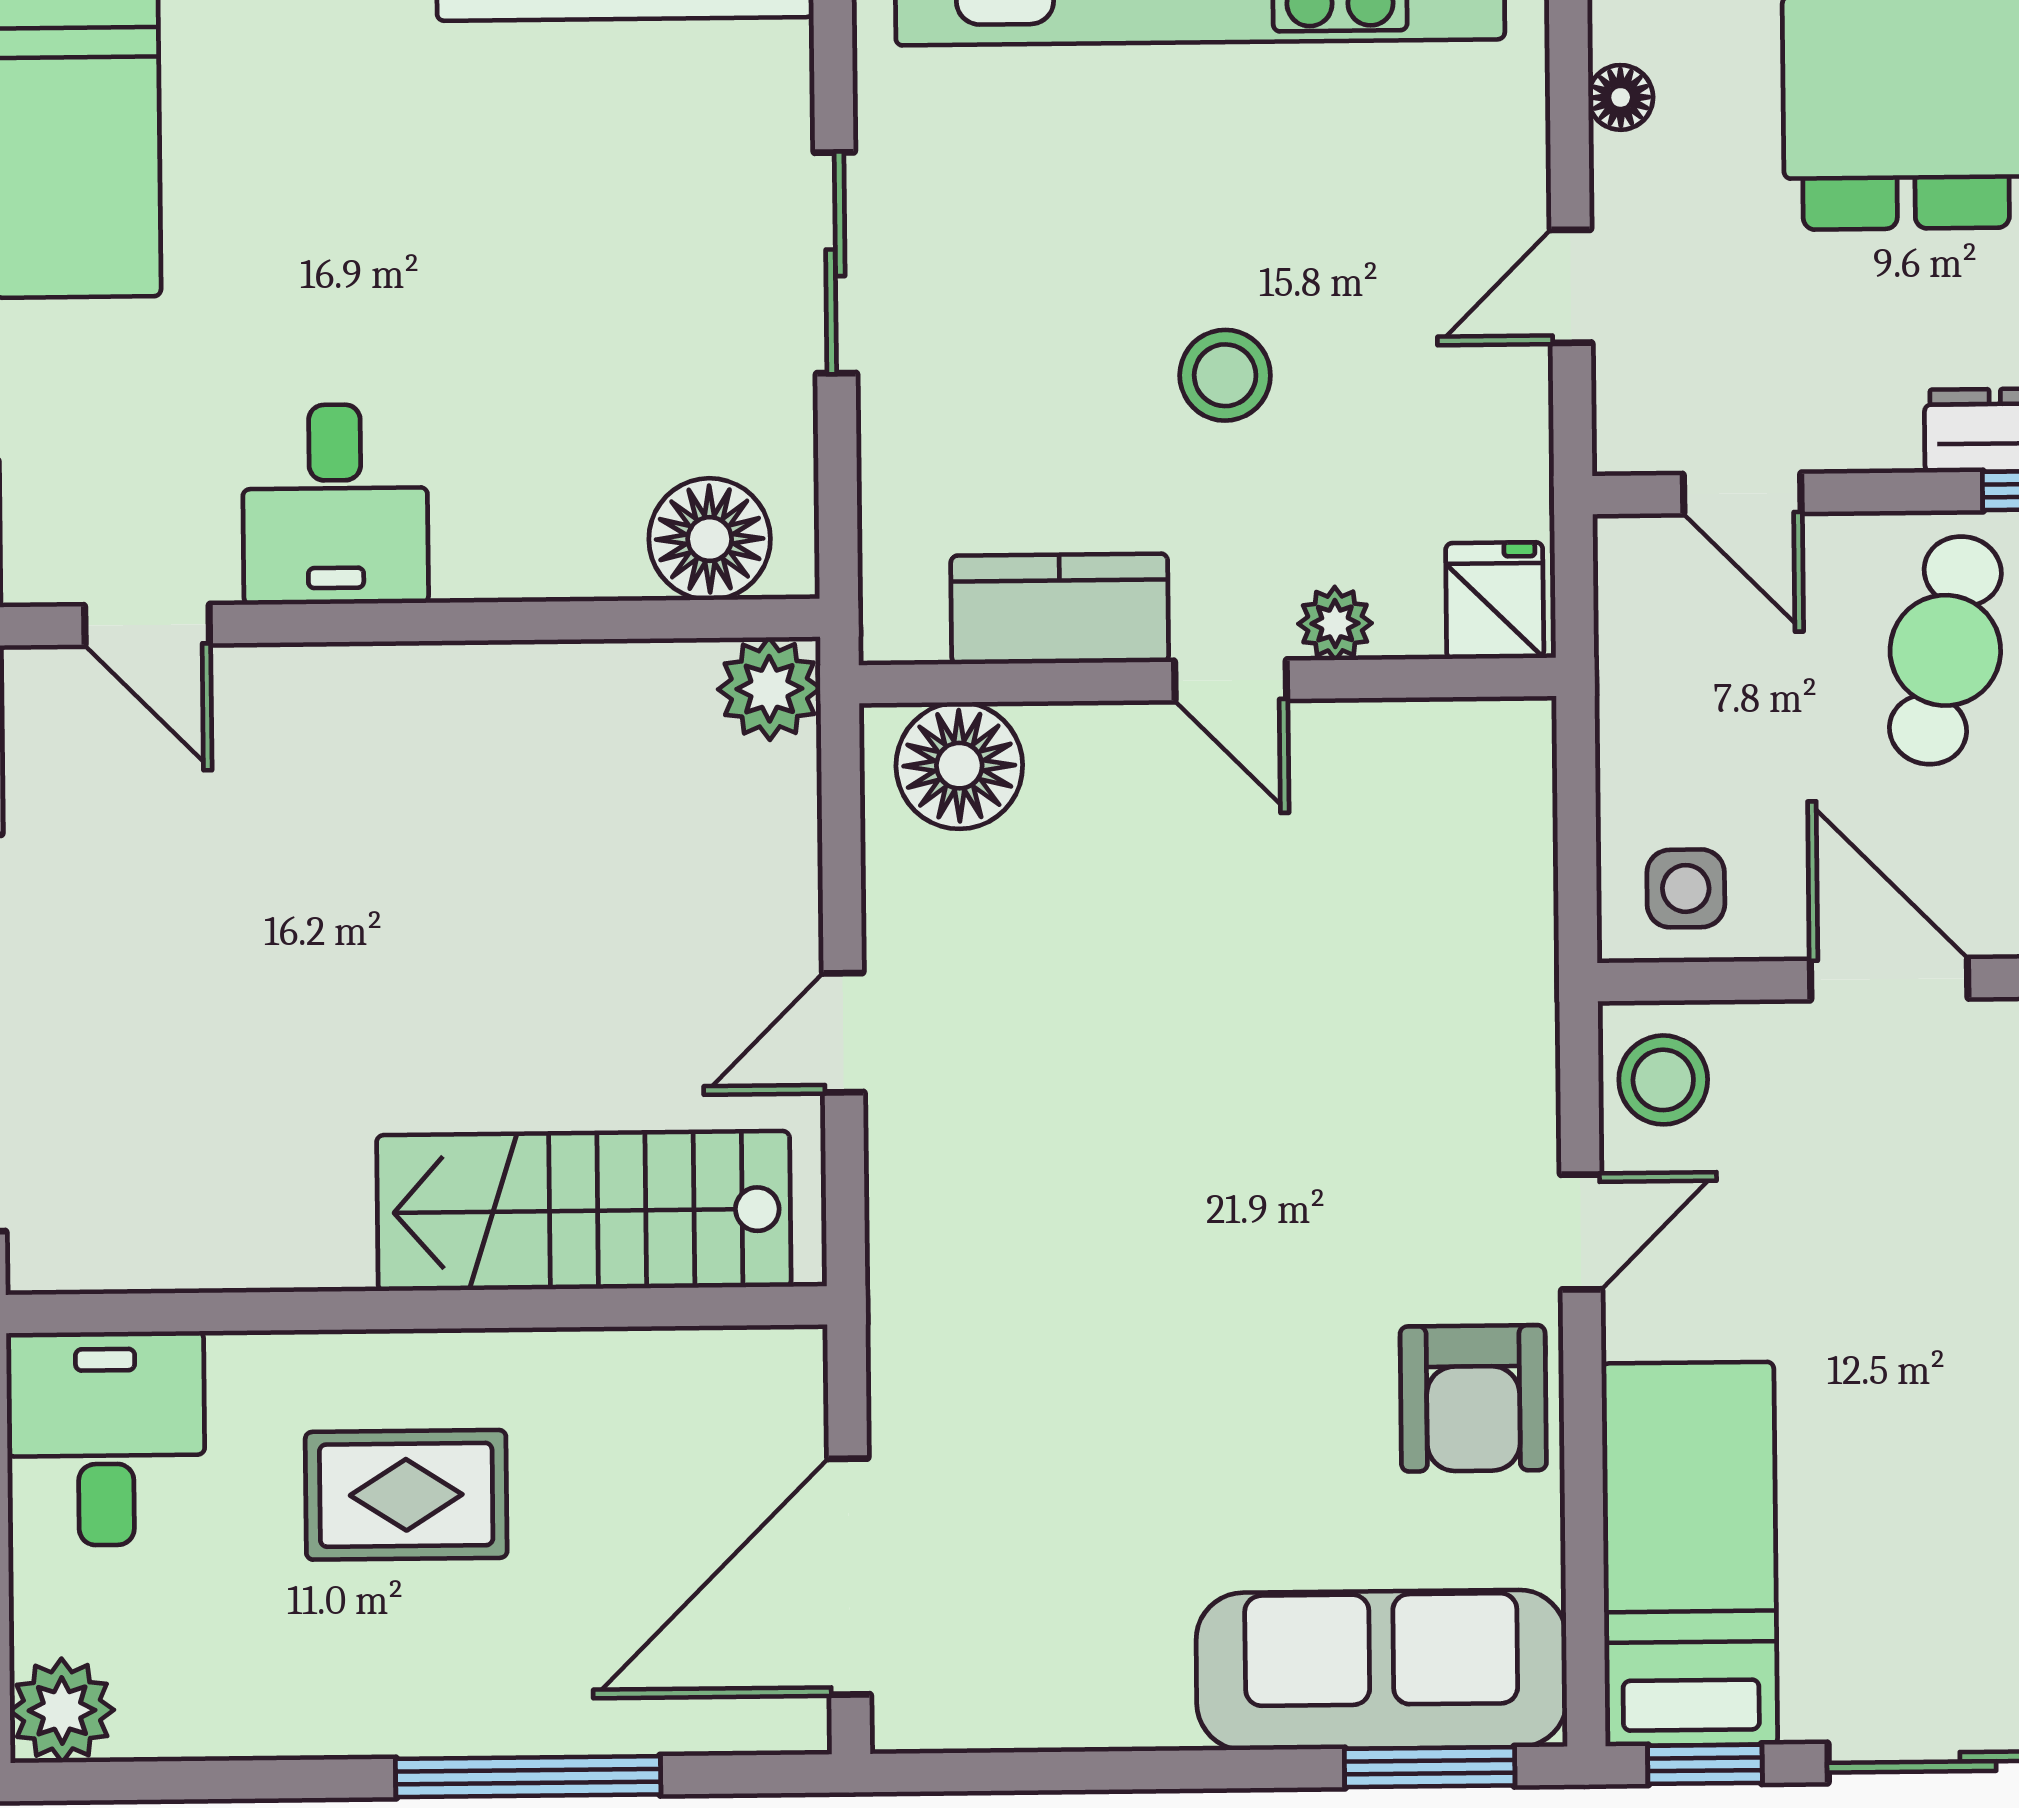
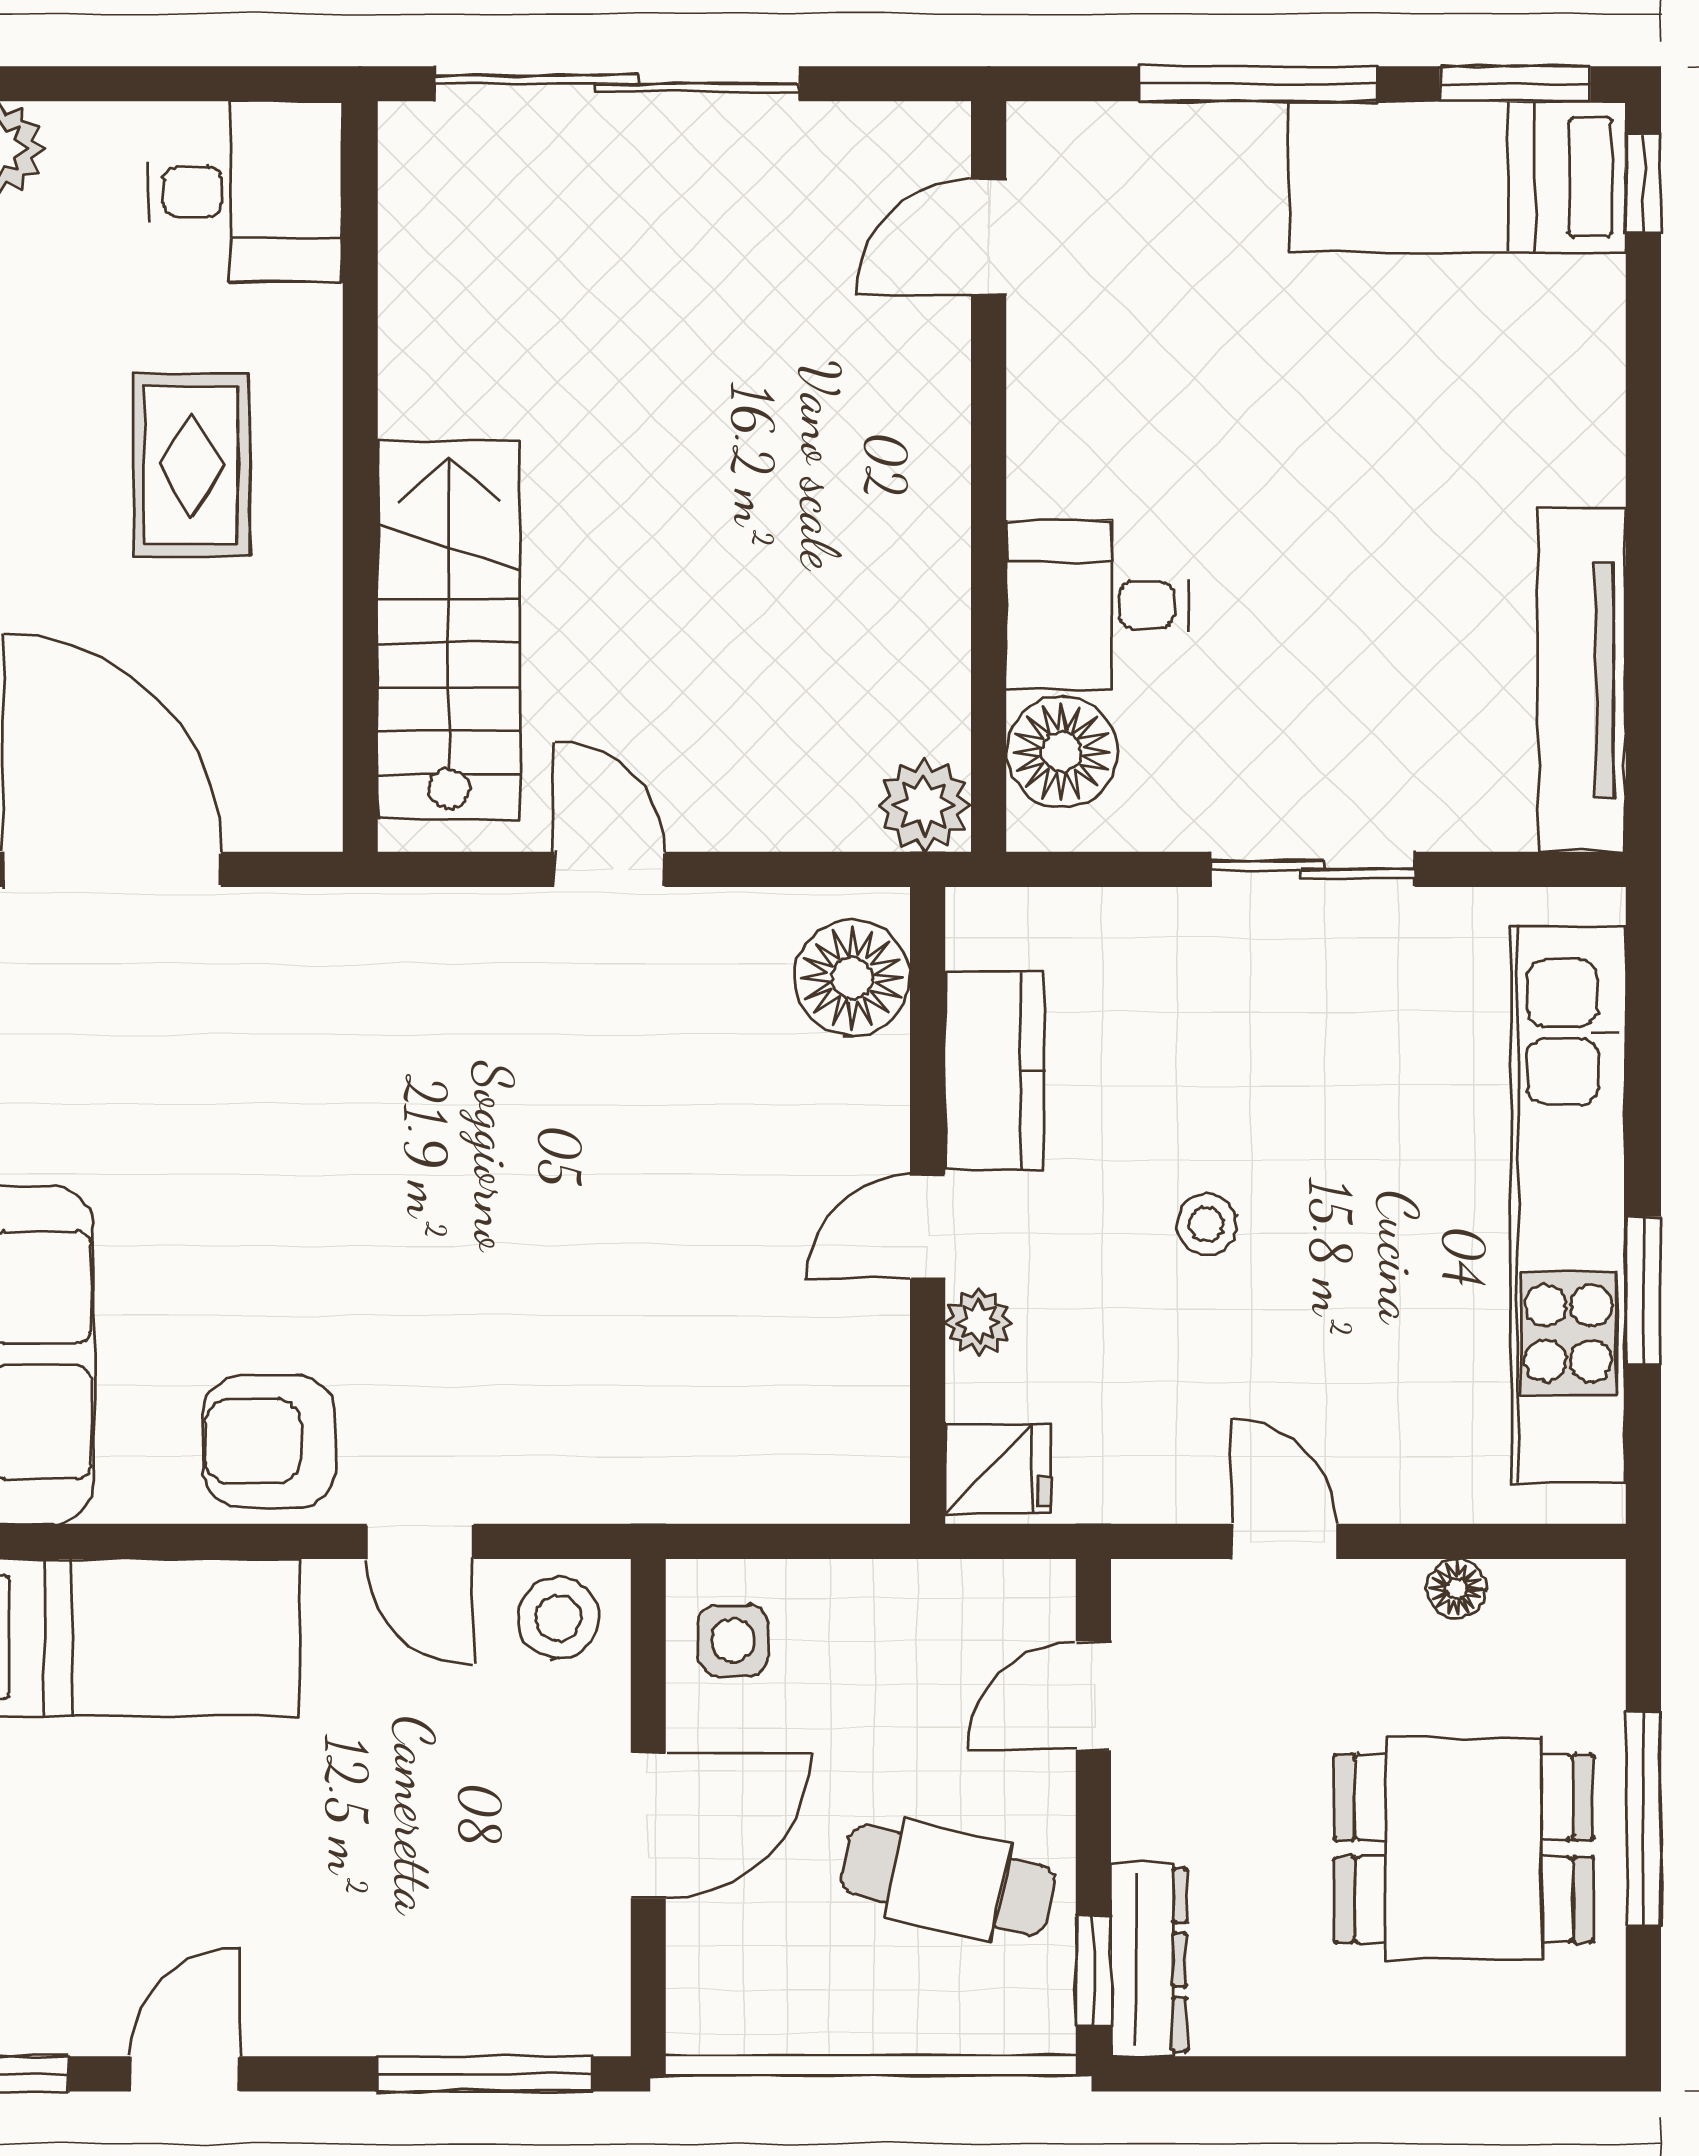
stool: (1225, 375) -> (1206, 1224), width x0.73, depth x0.73
desk: (335, 504) -> (1097, 605), moved

